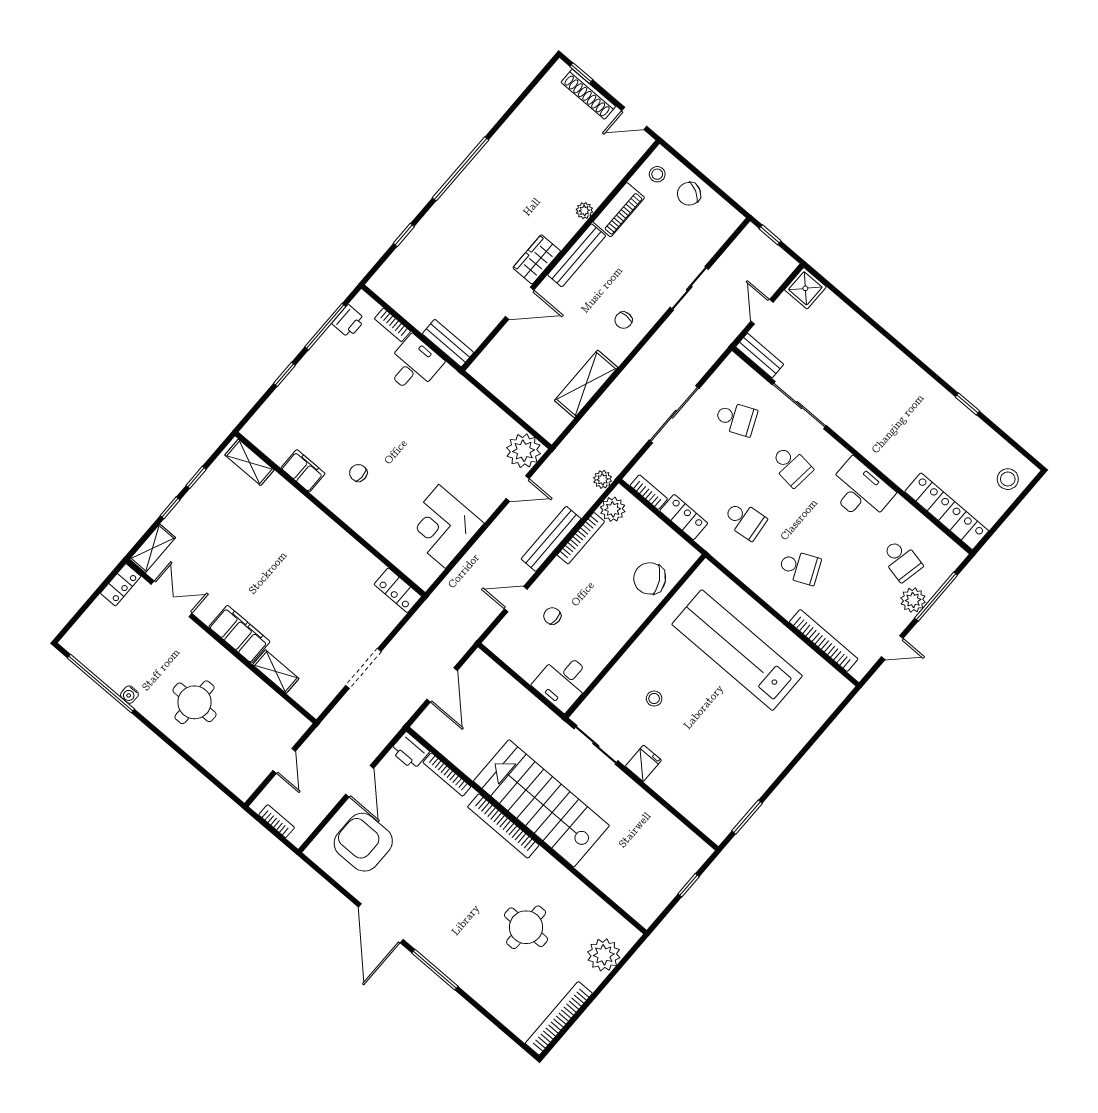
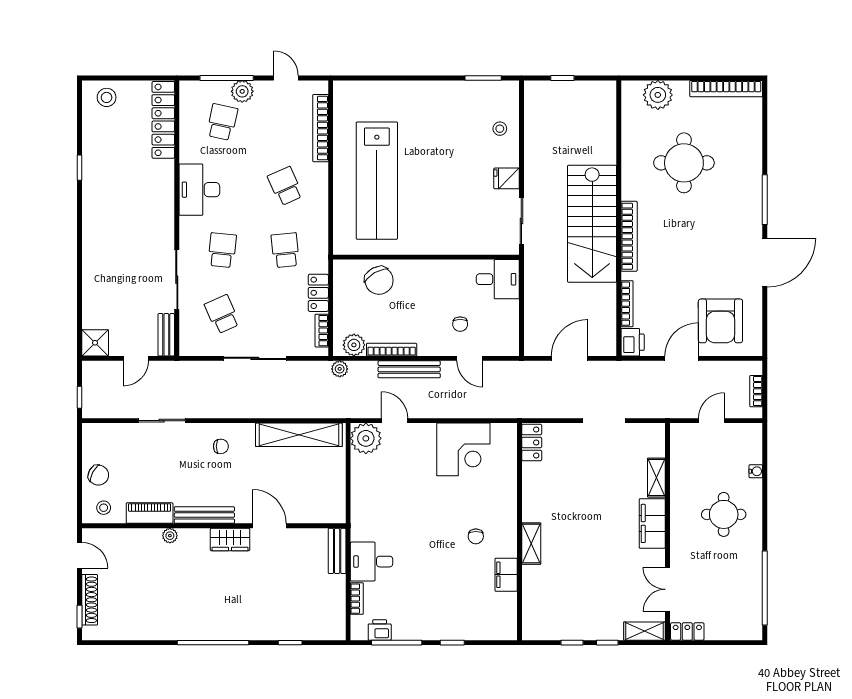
shelving: (586, 384) -> (299, 435), width x1.47
shelving: (249, 462) -> (531, 544), moved
water cooler: (129, 695) -> (756, 471), moved
stool: (654, 699) -> (500, 129), moved
round table: (526, 927) -> (684, 163), width x1.36, depth x1.36

